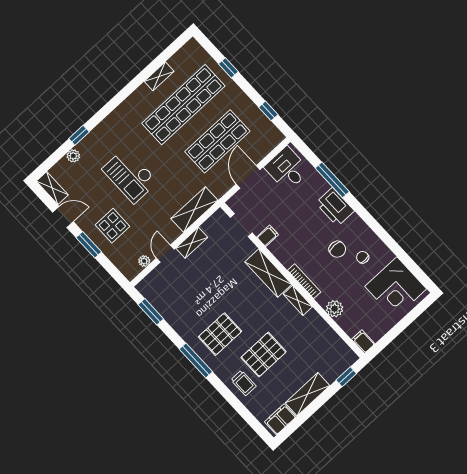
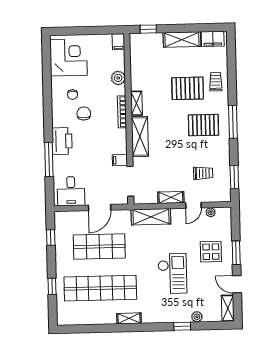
shelving: (159, 76) -> (129, 318), moved
doorway: (241, 225) -> (130, 181), width x1.38
trolley: (182, 290) -> (203, 173), added

